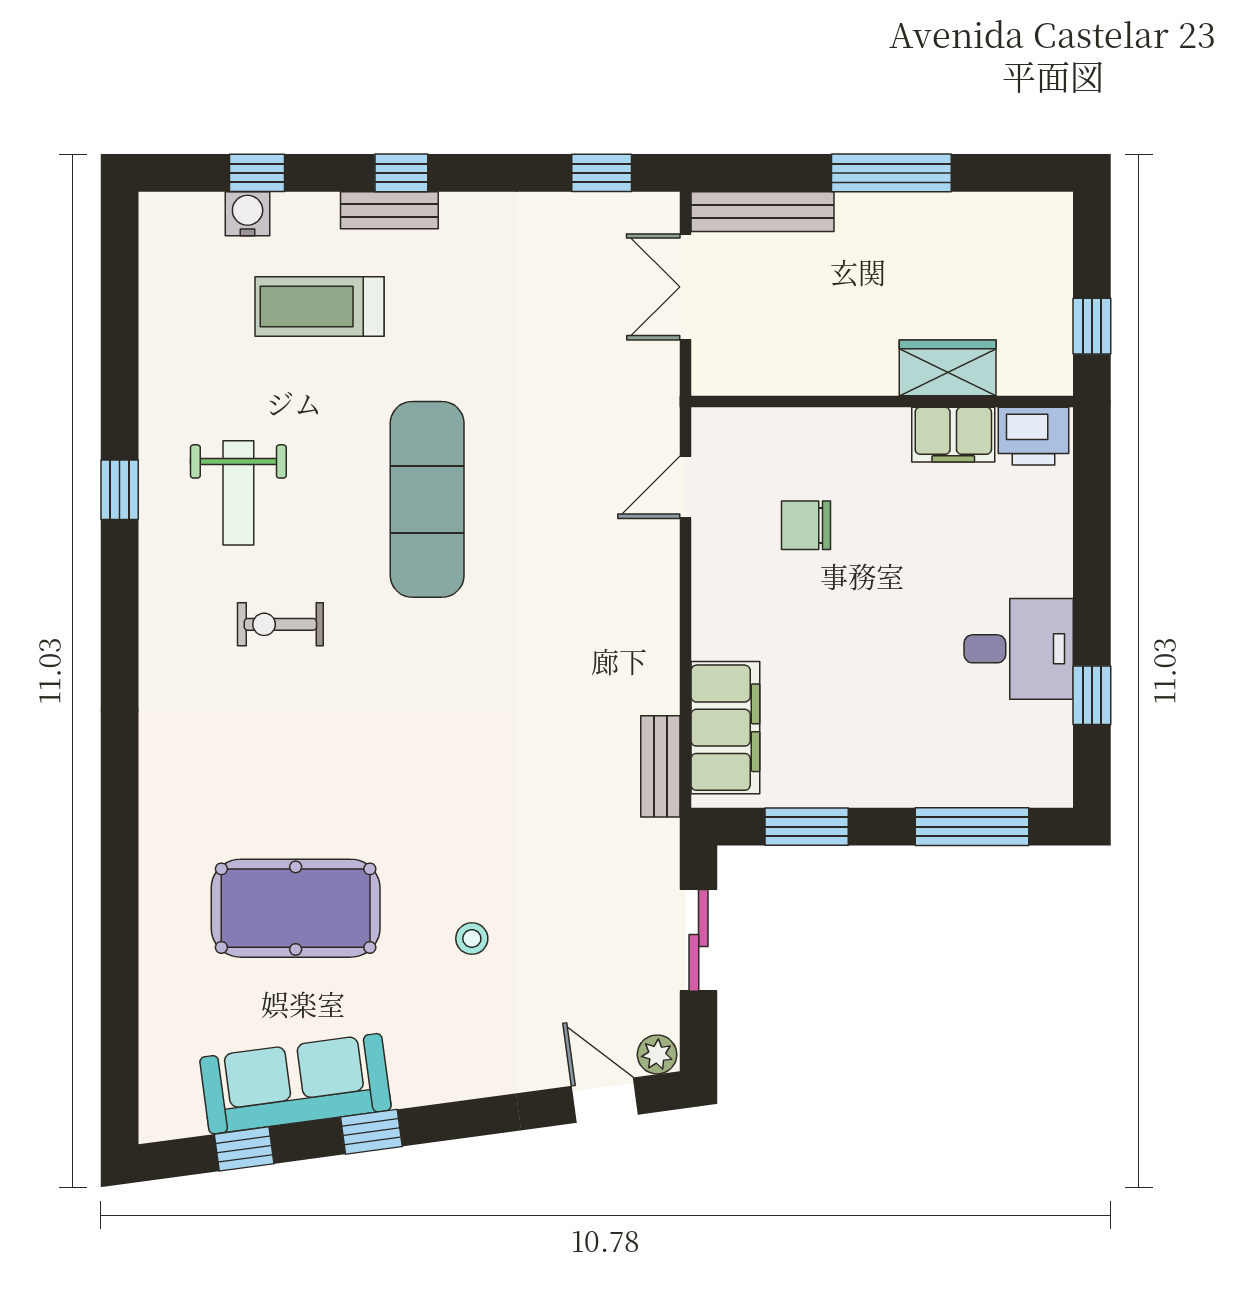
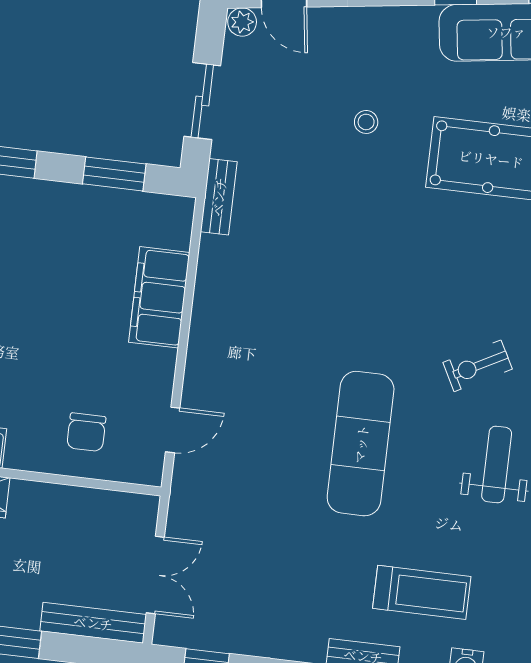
chair: (806, 525) -> (86, 432), moved, turned 90
exercise bike: (280, 624) -> (478, 366), turned 152
filing cabinet: (725, 728) -> (159, 297), moved
bench: (660, 766) -> (219, 197), moved

